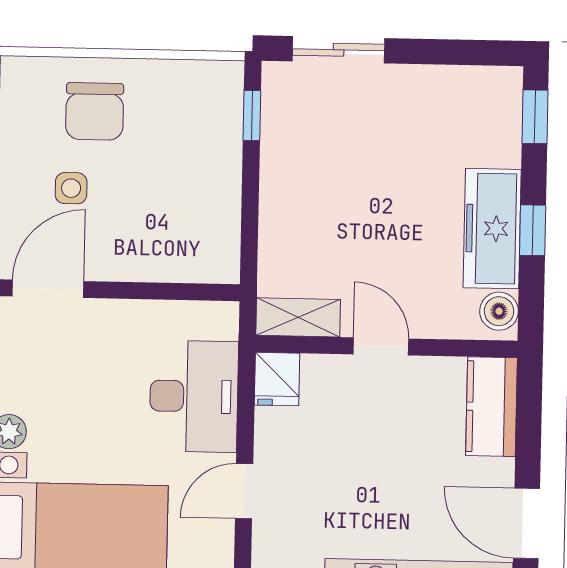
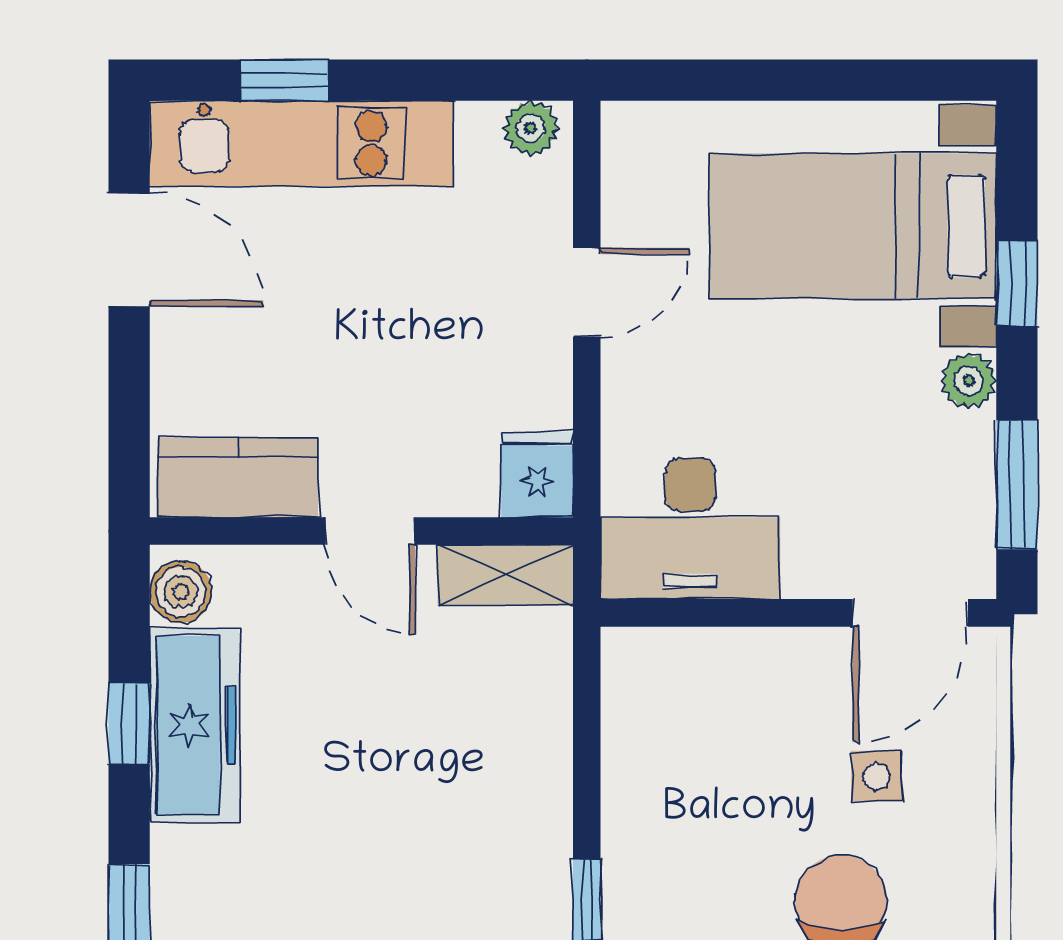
desk: (194, 396) -> (690, 529), moved, turned -90
kitchen counter: (492, 407) -> (238, 477), moved, turned -90

